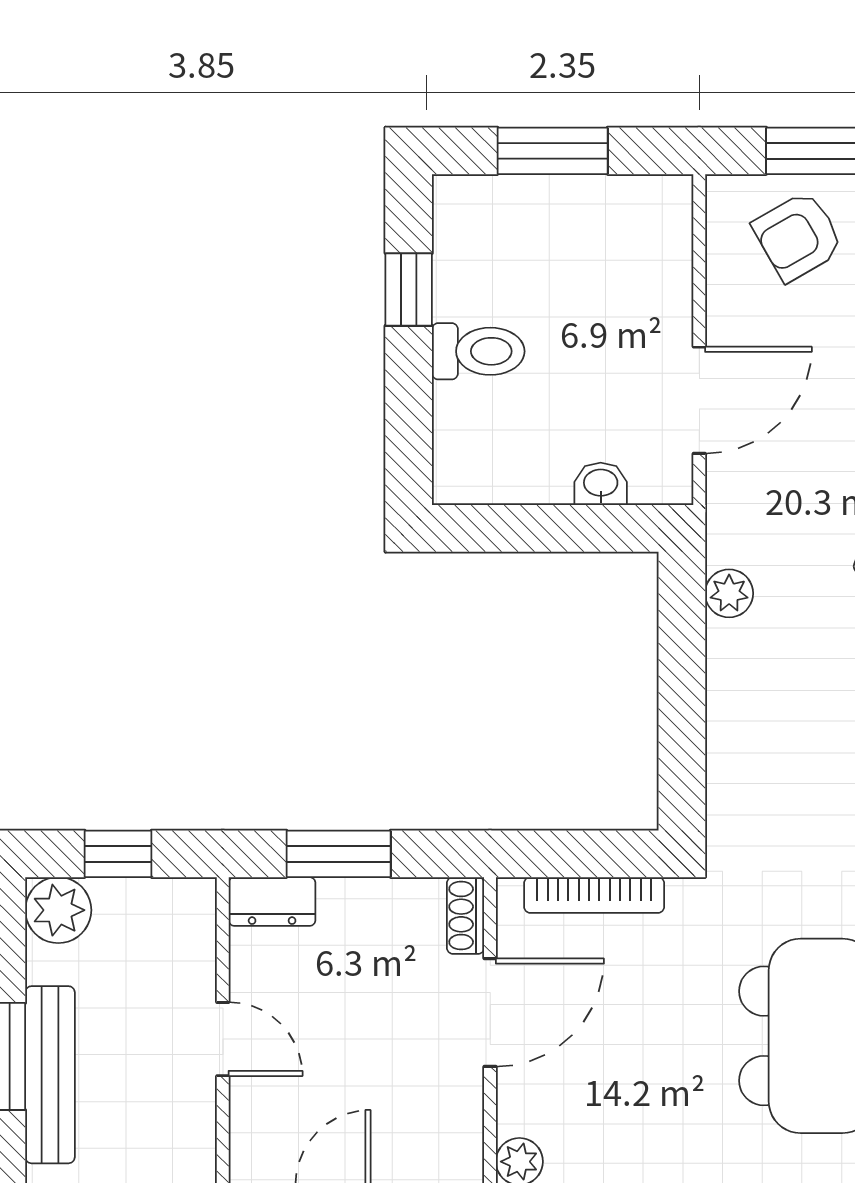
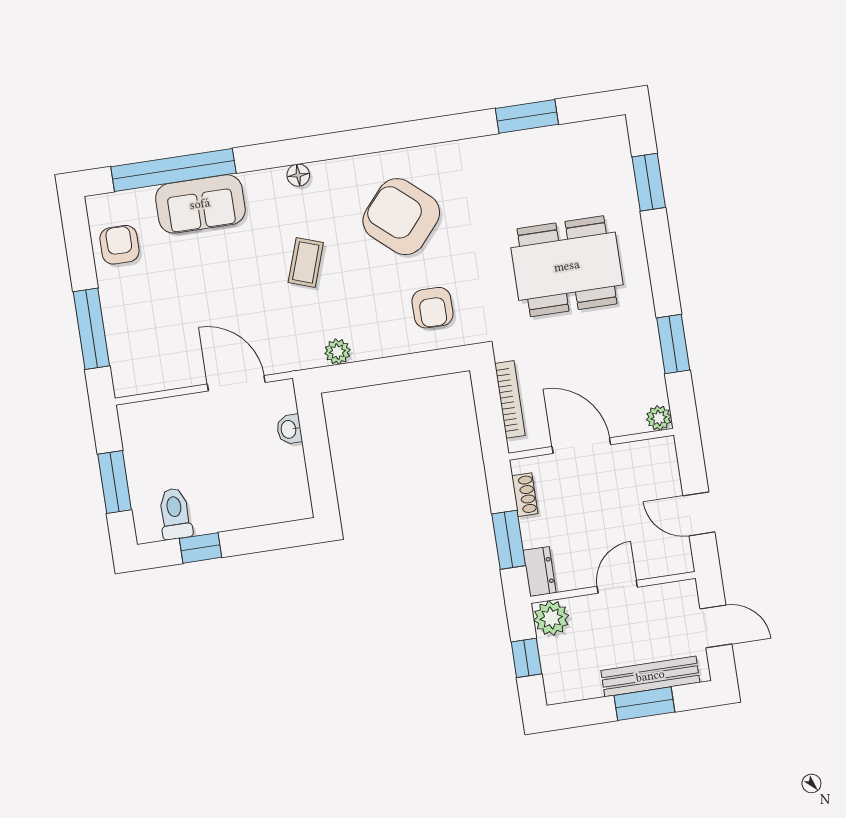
armchair: (798, 236) -> (432, 308), moved, turned 30
toilet: (478, 351) -> (175, 514), moved
plant: (58, 910) -> (551, 618), moved
shoe rack: (466, 915) -> (525, 495), moved, turned -90

